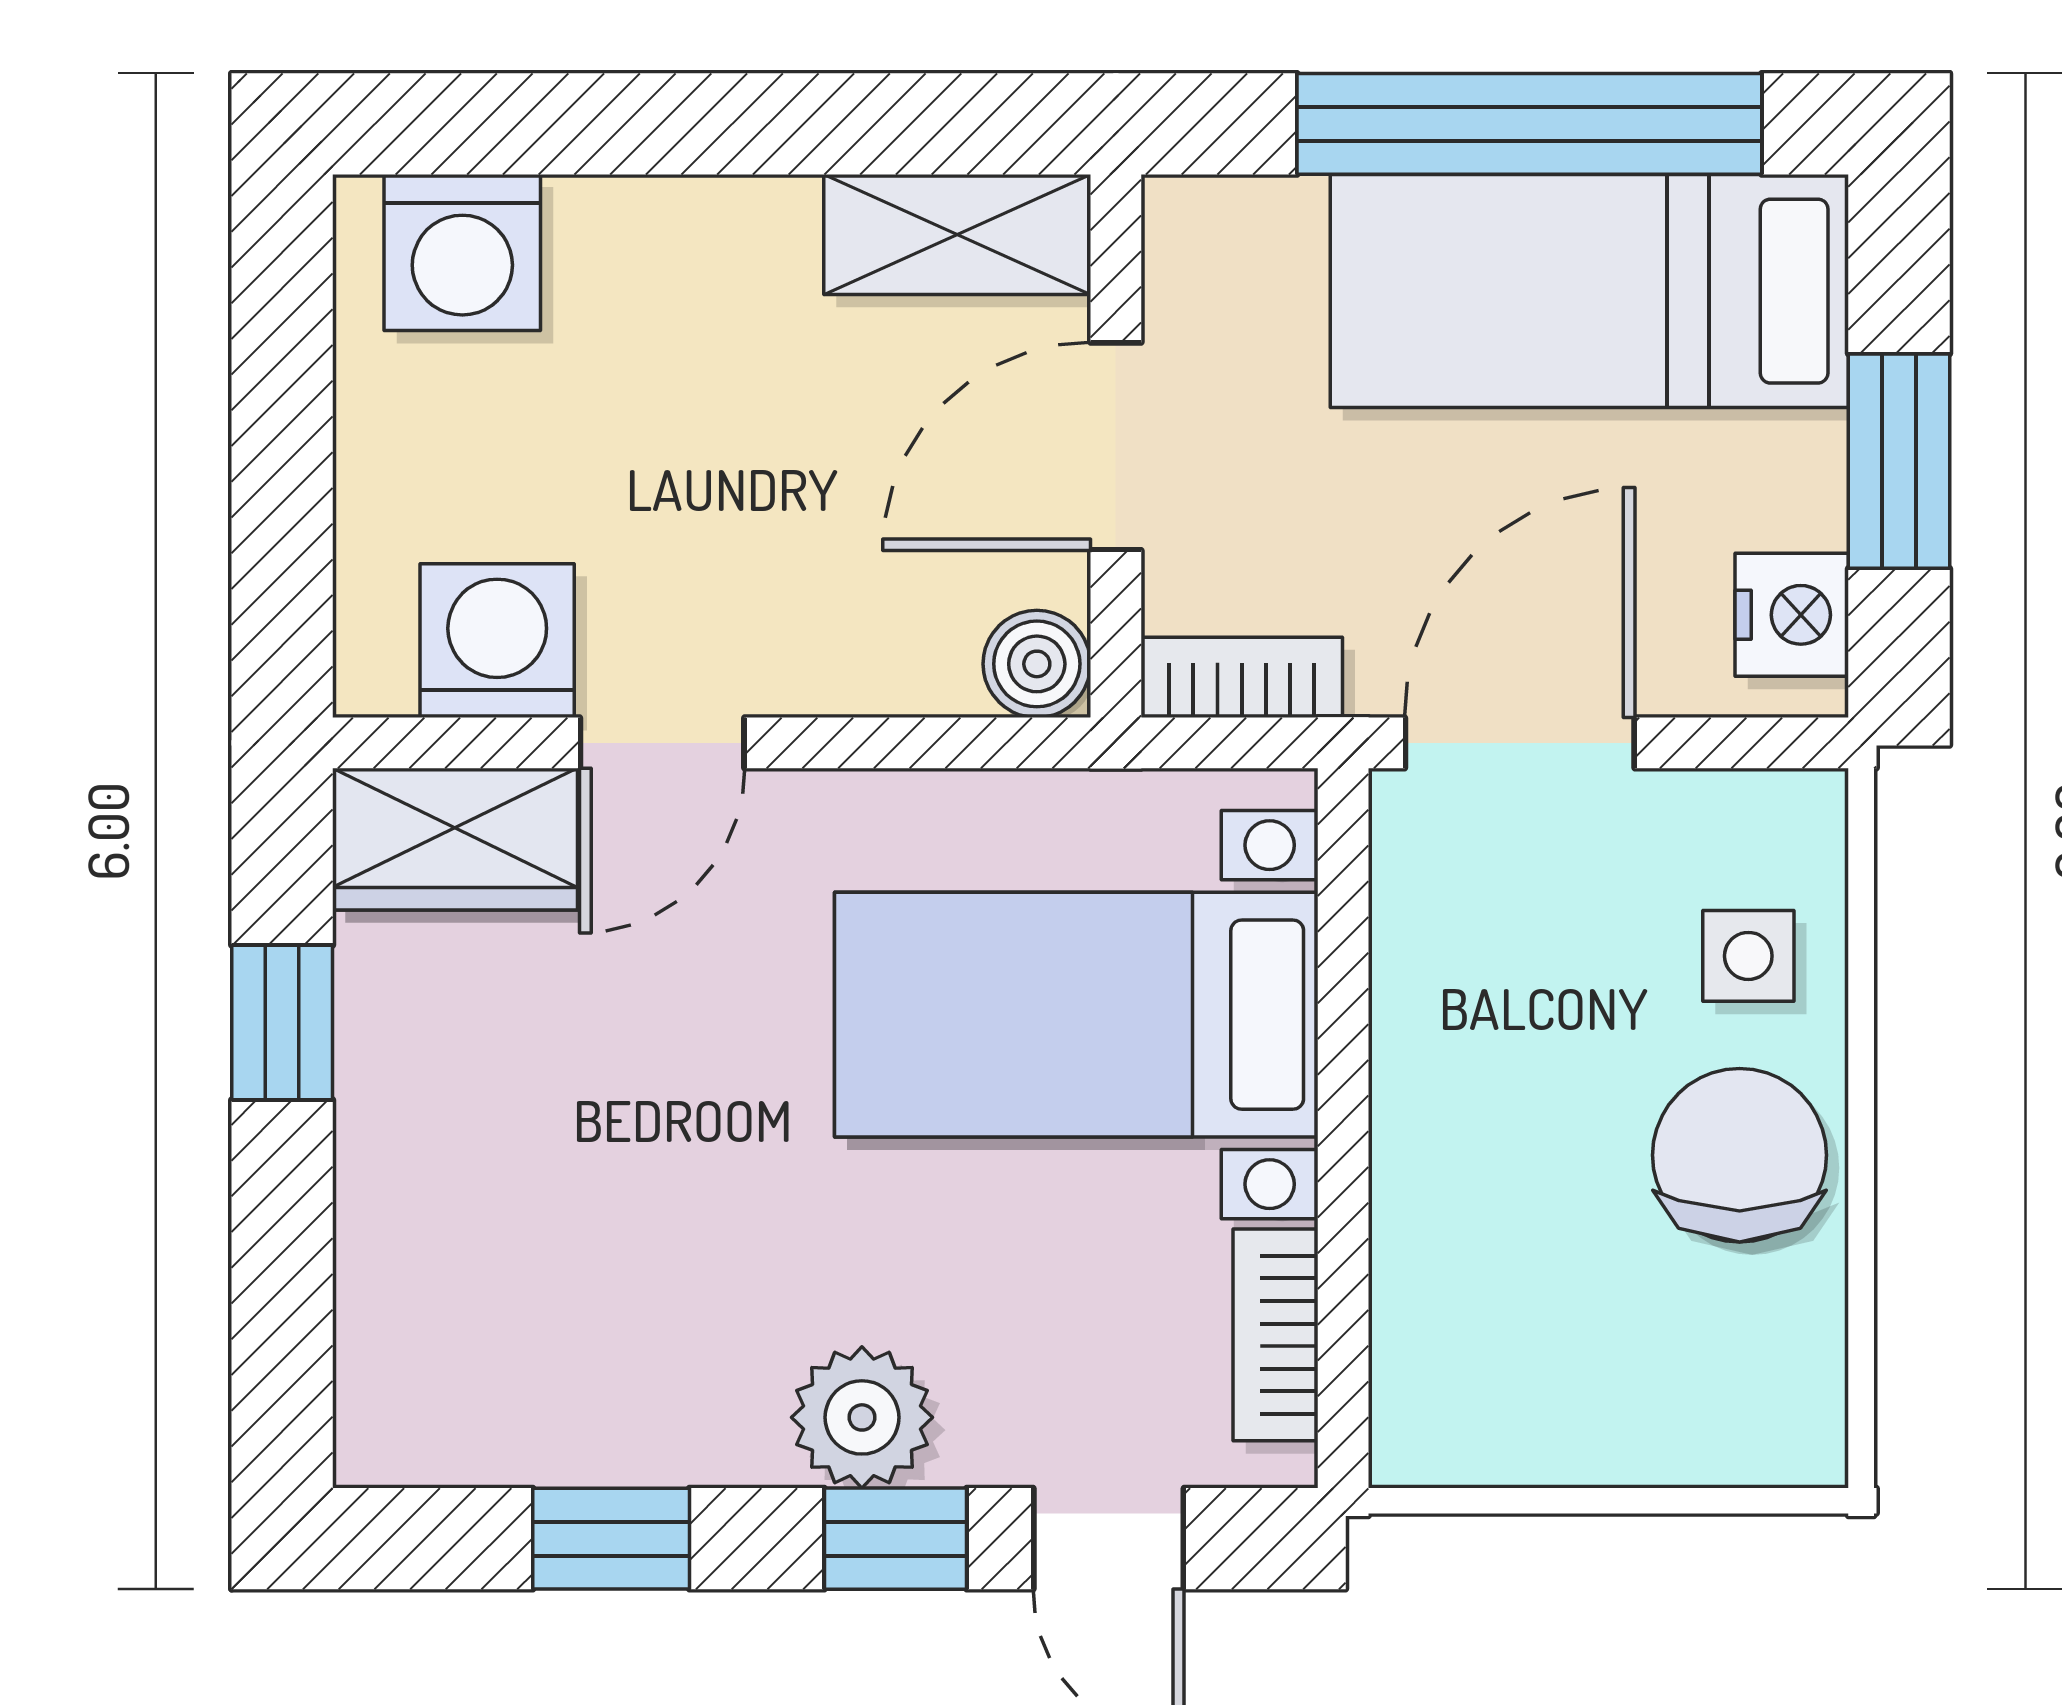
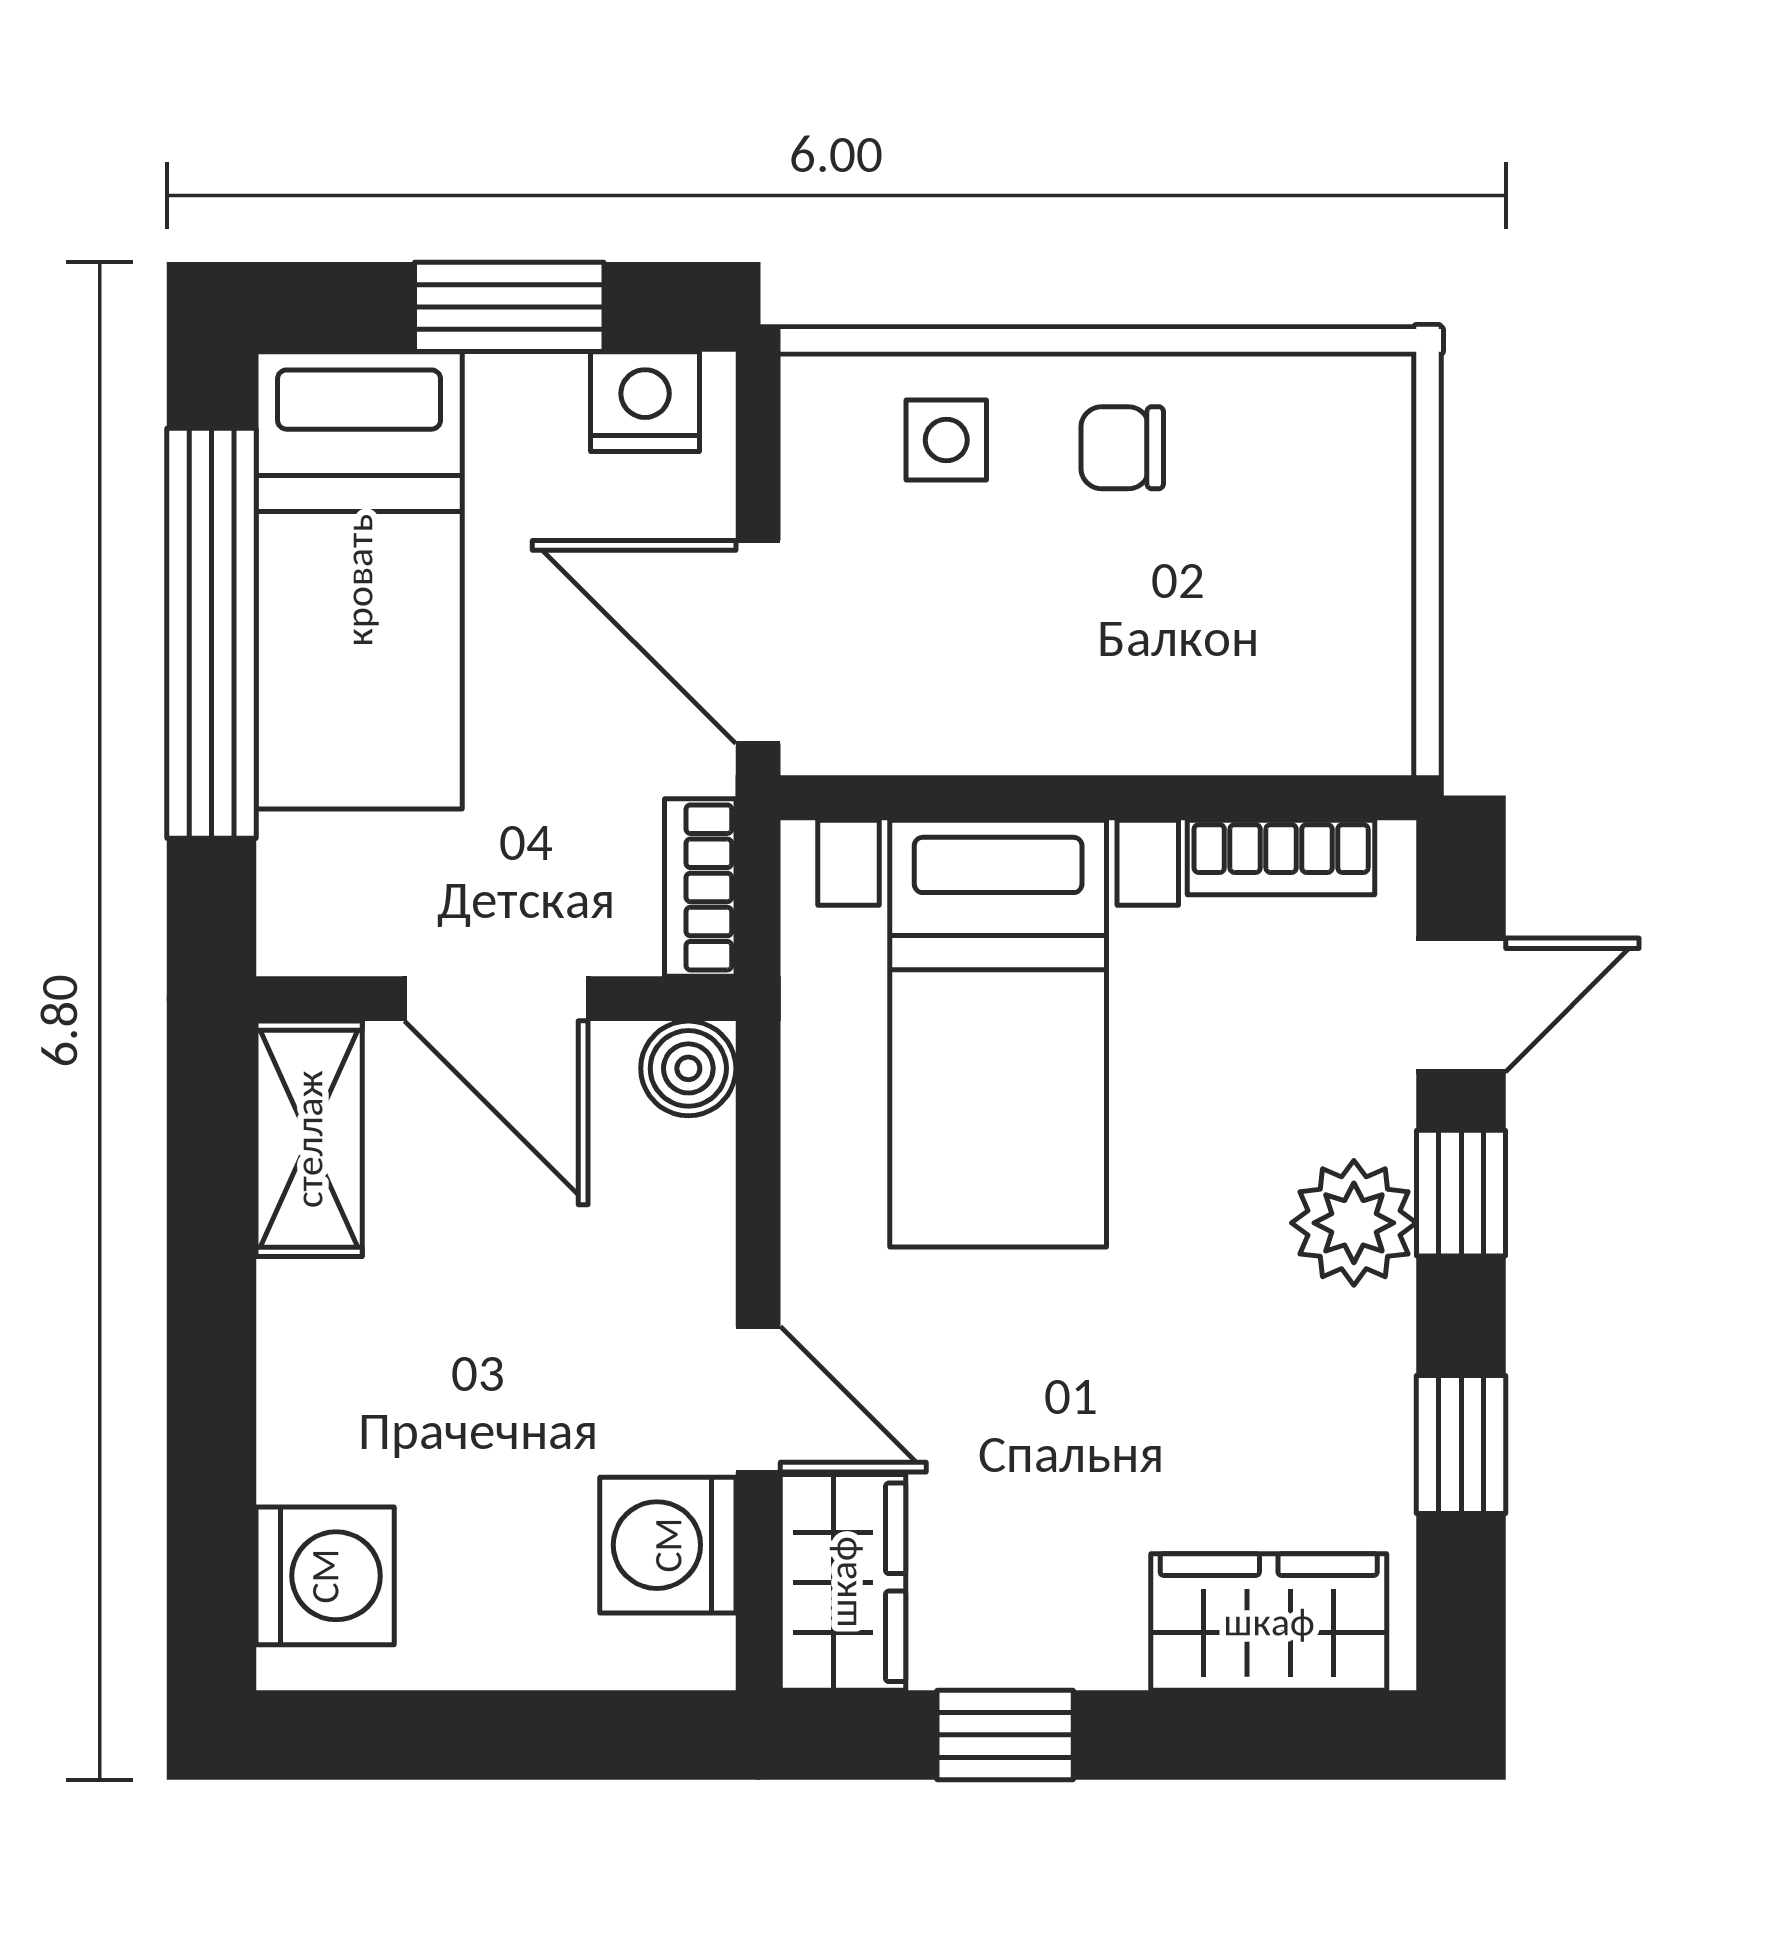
chair: (1740, 1155) -> (1122, 448), width x0.54, depth x0.54
wardrobe: (410, 1321) -> (1269, 1622), added

